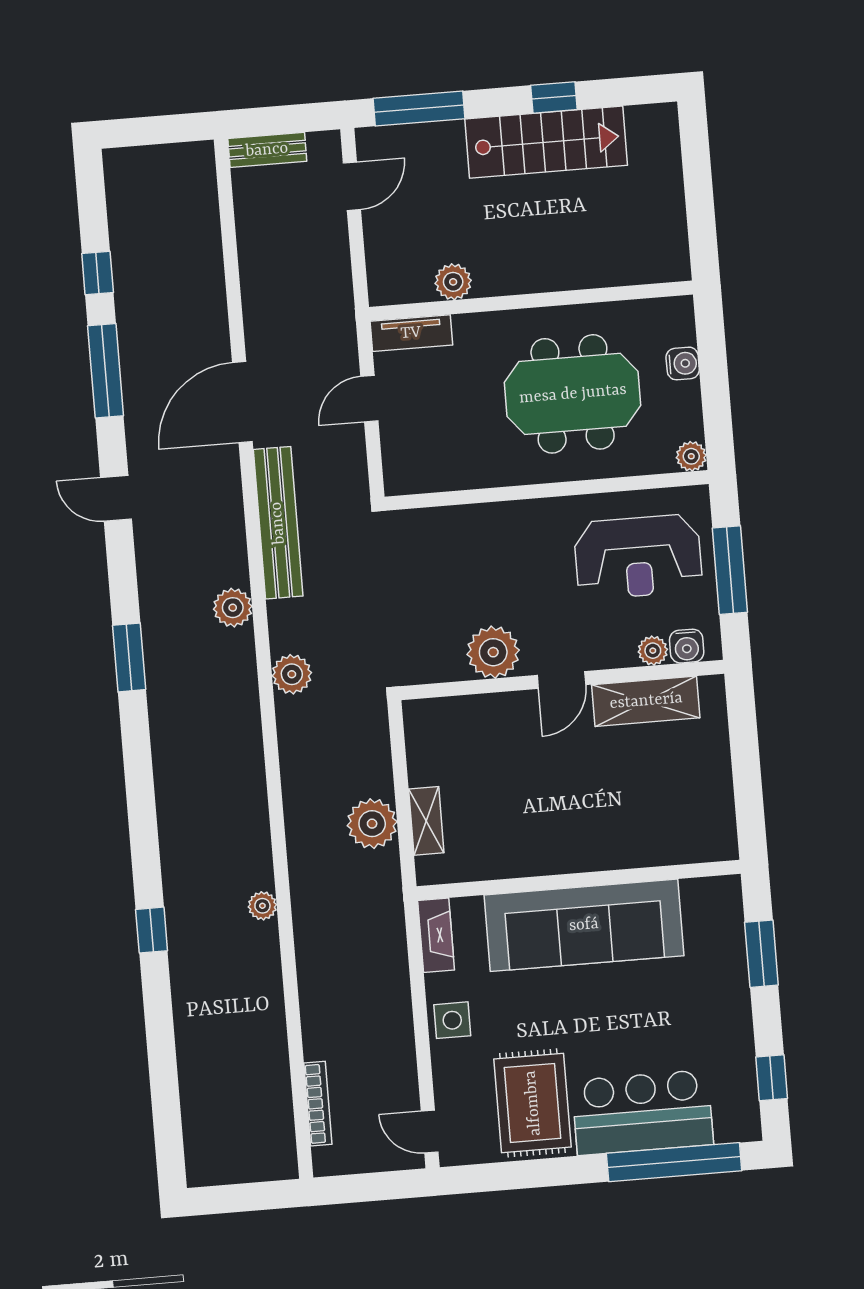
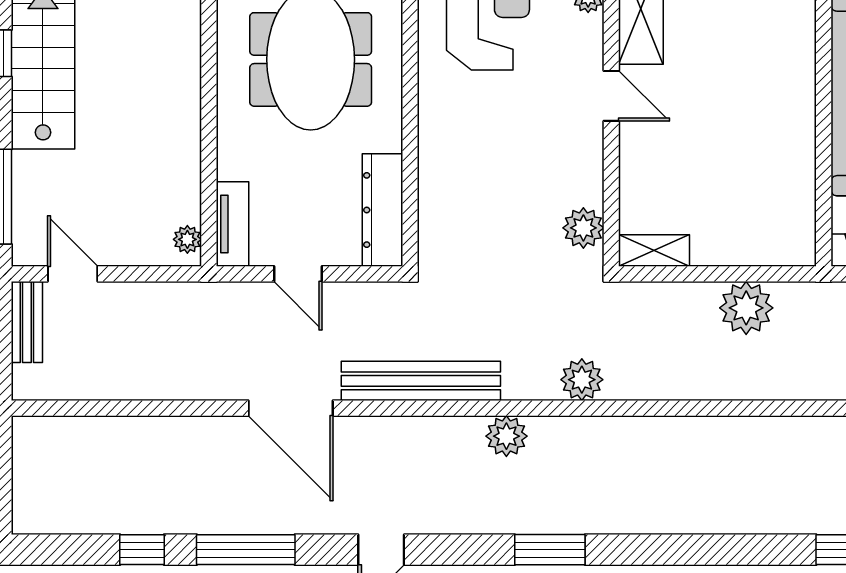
bench: (267, 150) -> (27, 322), moved
plant: (453, 282) -> (187, 239), moved, width x0.73, depth x0.73
dresser: (436, 473) -> (382, 210), added
plant: (493, 652) -> (583, 228), moved, width x0.73, depth x0.73
shelving: (426, 821) -> (654, 251), moved
plant: (262, 906) -> (823, 431), removed

